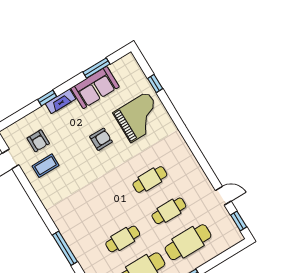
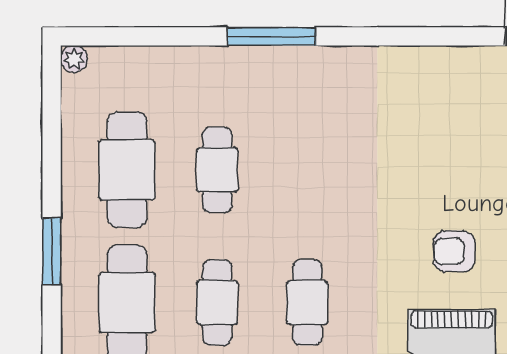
armchair: (101, 139) -> (454, 251), turned 90
coffee table: (46, 166) -> (469, 101), removed

